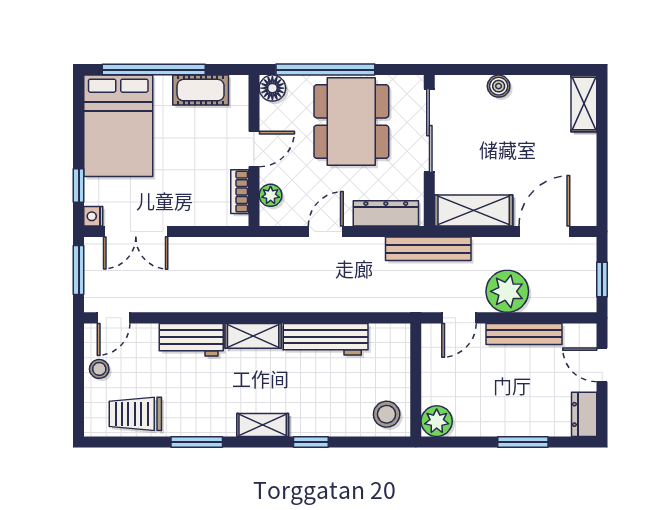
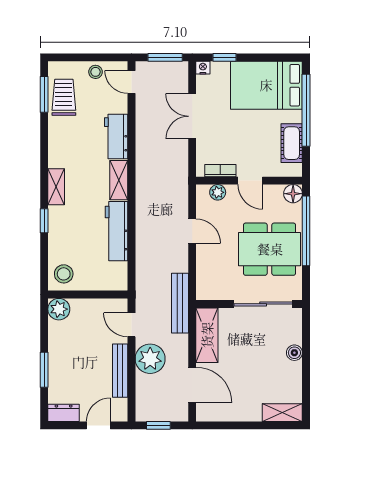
dresser: (386, 213) -> (205, 273), removed
double door: (136, 232) -> (192, 116), moved
window: (197, 442) -> (44, 94), moved

